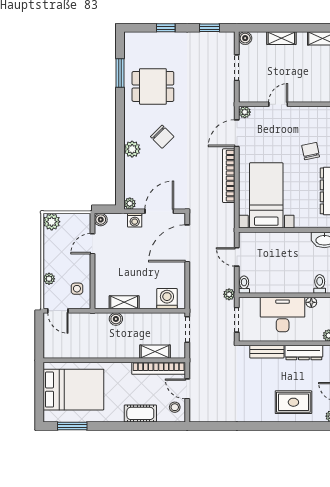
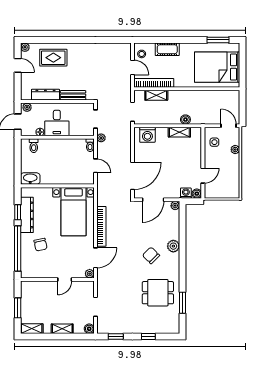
washing machine: (135, 220) -> (186, 193), moved
plant: (52, 222) -> (233, 192), removed
desk: (283, 314) -> (57, 123), width x0.73

